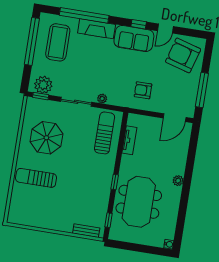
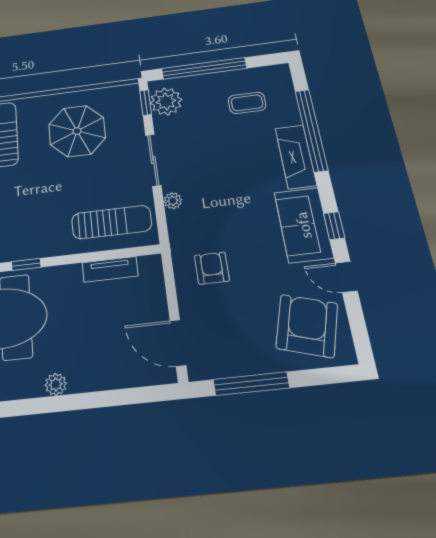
window: (32, 41) -> (204, 68), moved
coffee table: (58, 42) -> (247, 103), width x0.54, depth x0.58

